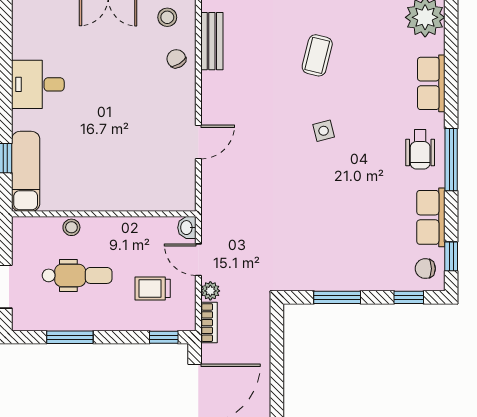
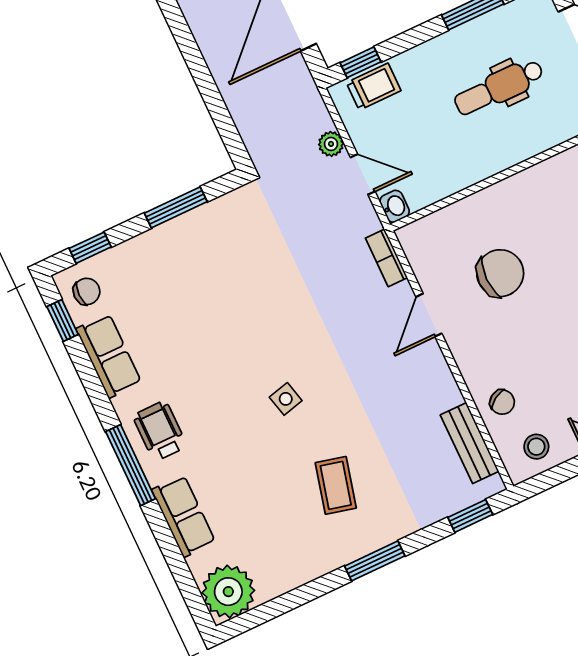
chair: (136, 148) -> (500, 273), added
window: (451, 160) -> (131, 465), moved
stool: (71, 227) -> (533, 142), removed
trolley: (153, 288) -> (374, 87), moved
bookcase: (209, 323) -> (386, 258), moved

